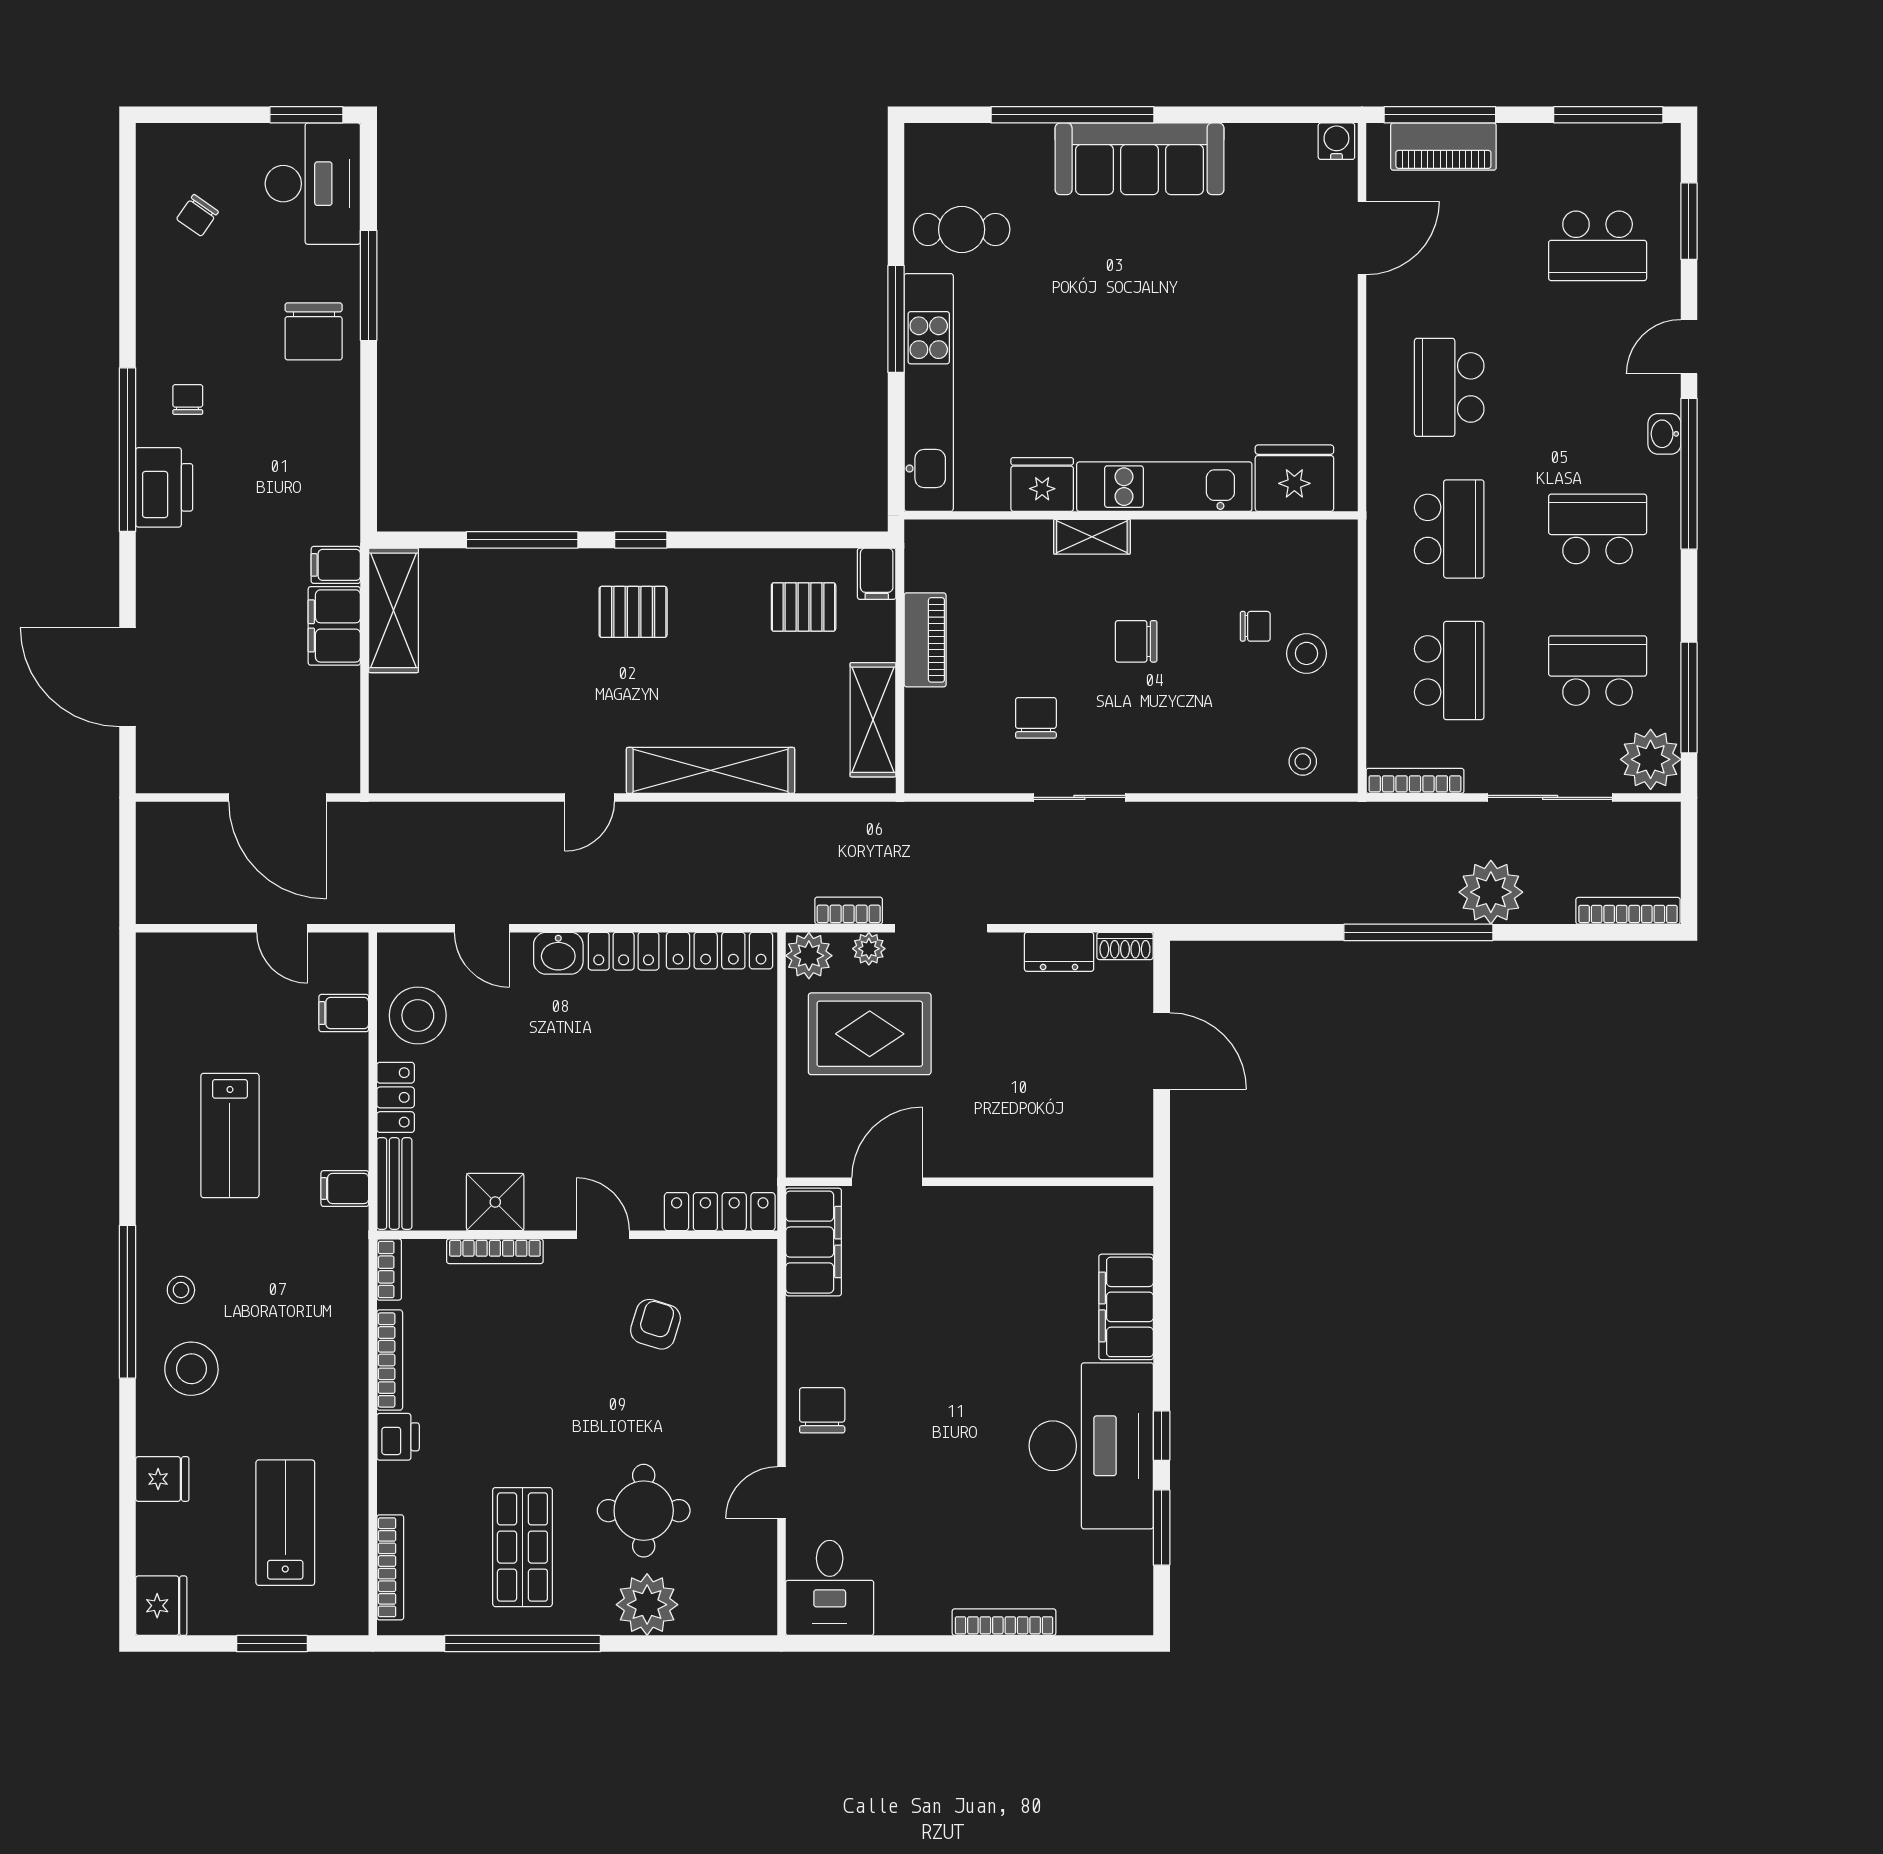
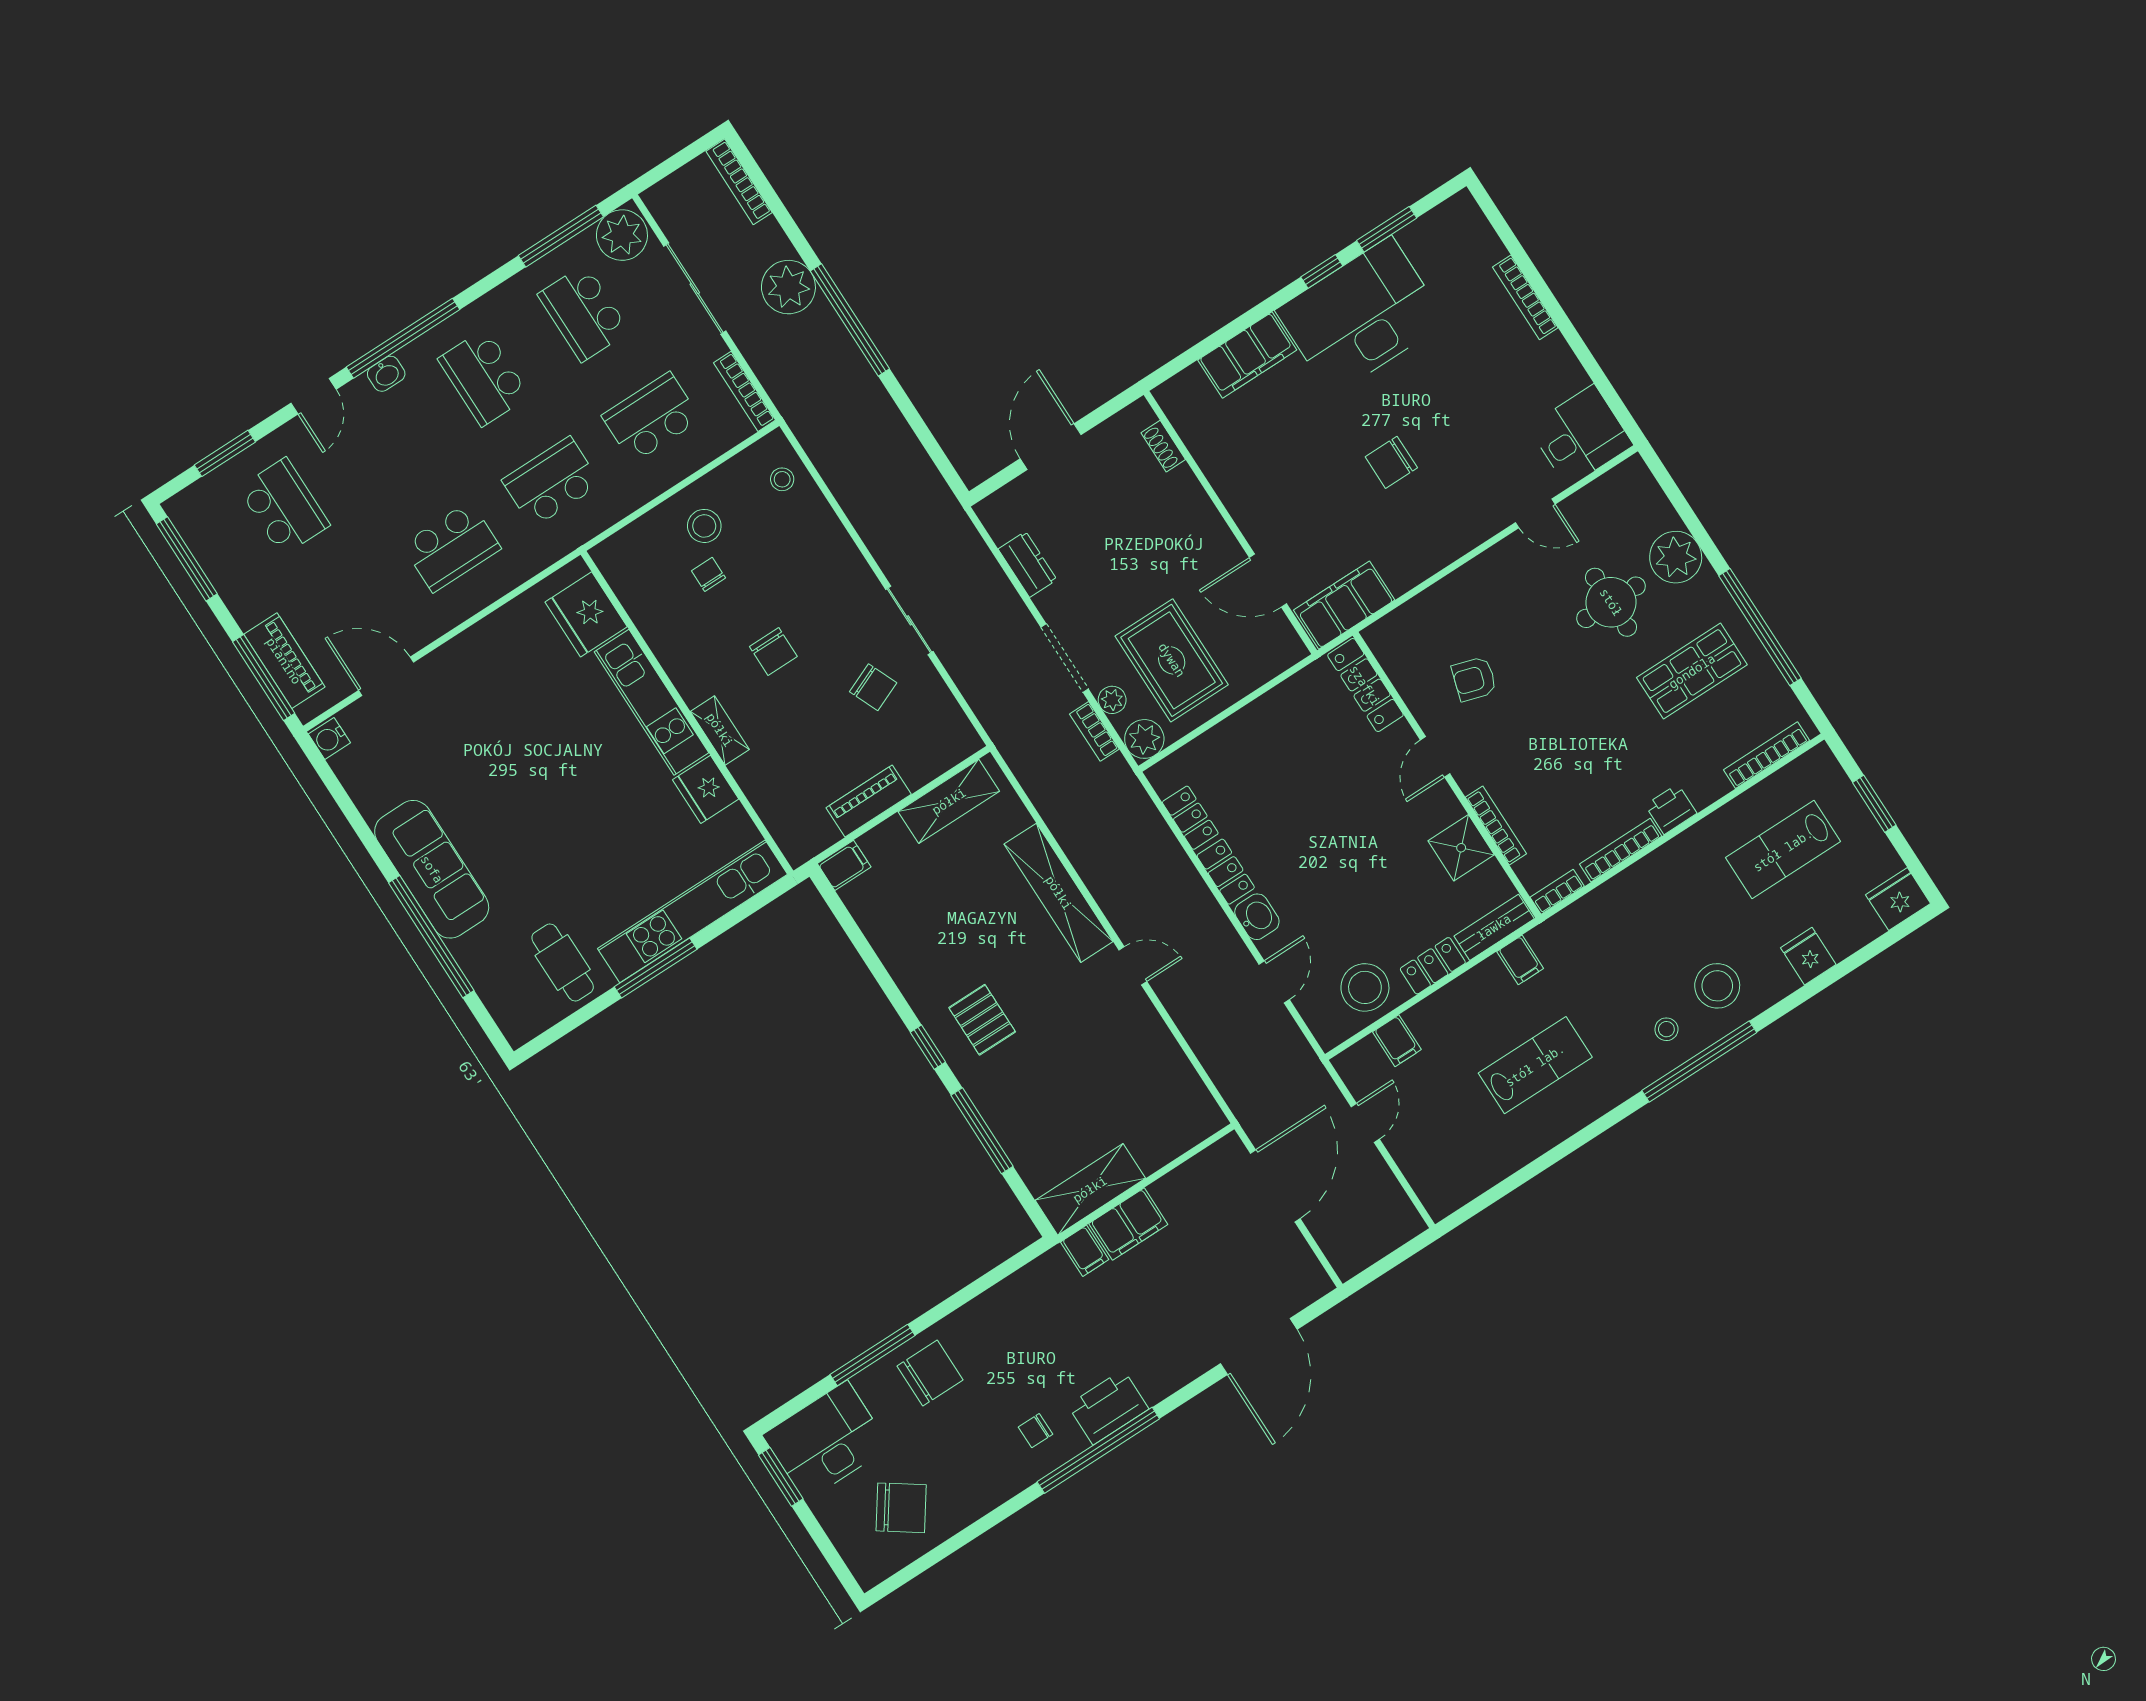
chair: (197, 215) -> (901, 1508), width x1.87, depth x1.87
door: (1689, 347) -> (314, 396), hinge flipped
pallet: (804, 607) -> (901, 902), removed
chair: (1036, 718) -> (873, 687), turned -113
shoe rack: (1125, 946) -> (1163, 446), moved, turned 180
locker: (719, 951) -> (1190, 818), width x0.66
chair: (822, 1410) -> (1391, 462), moved

